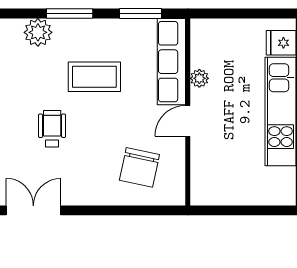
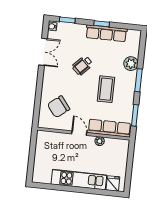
wheelchair: (52, 129) -> (82, 65), turned 134
chair: (139, 167) -> (59, 107), turned -50

